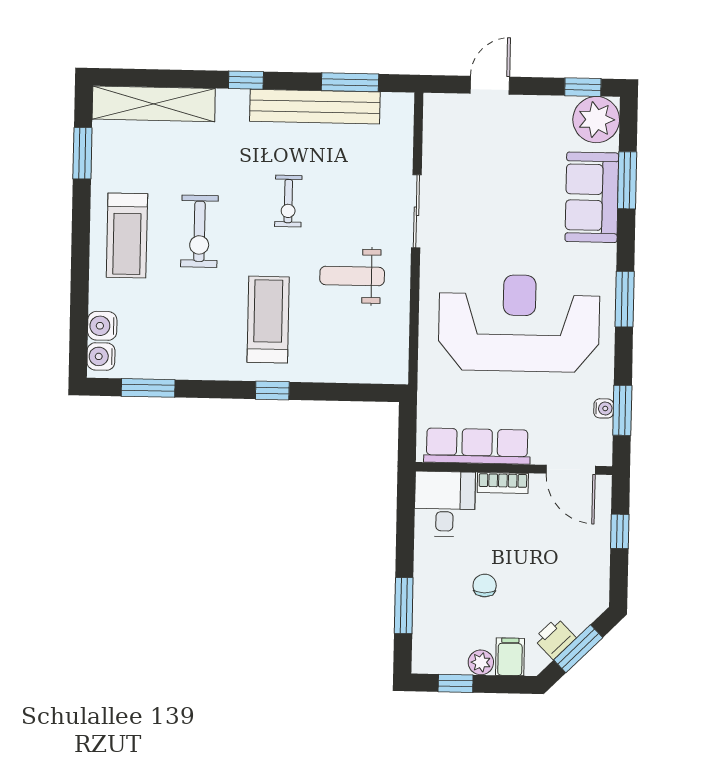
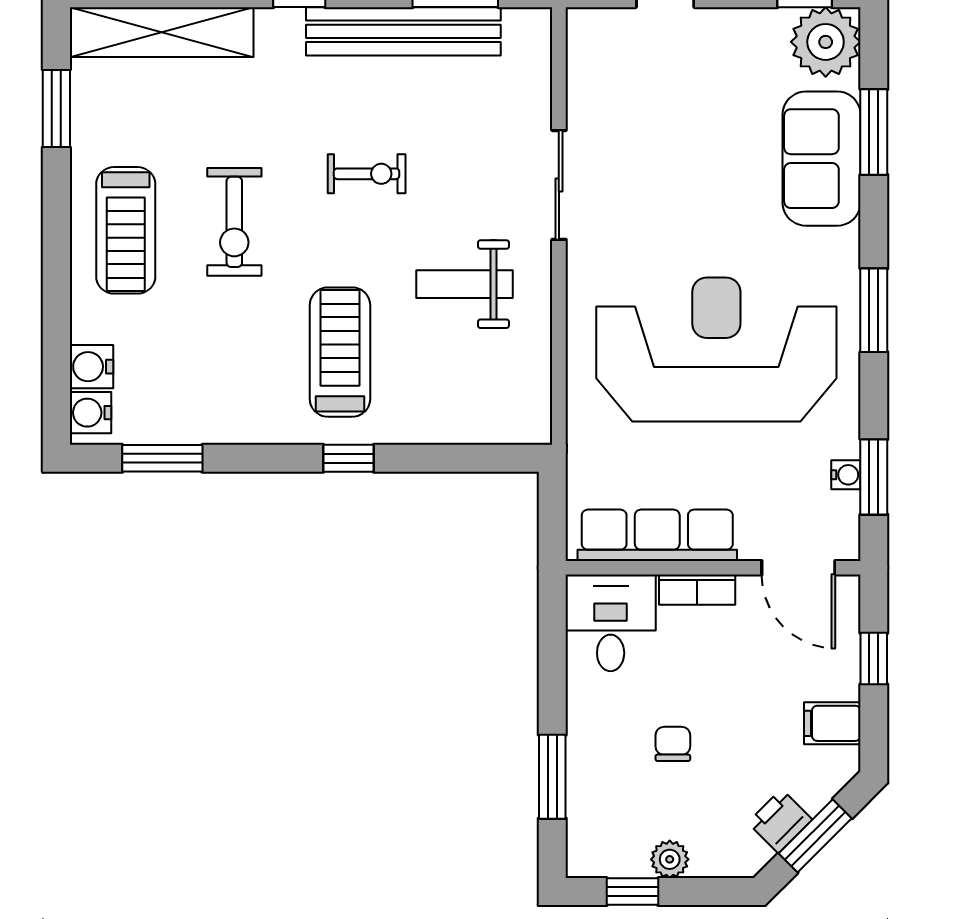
exercise bike: (288, 201) -> (367, 174), turned -90
filing cabinet: (510, 657) -> (832, 723), moved, turned -90

